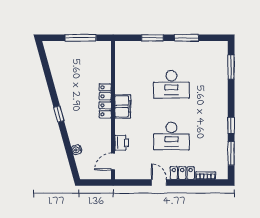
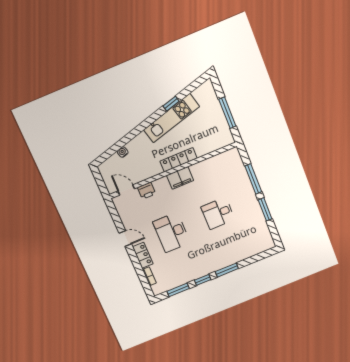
window: (152, 38) -> (253, 179), width x1.44
window: (231, 67) -> (227, 270), moved
desk: (171, 84) -> (218, 213), width x0.73
kitchen unit: (64, 91) -> (171, 118), added
window: (59, 114) -> (171, 104), moved
door: (159, 183) -> (125, 238), hinge flipped

